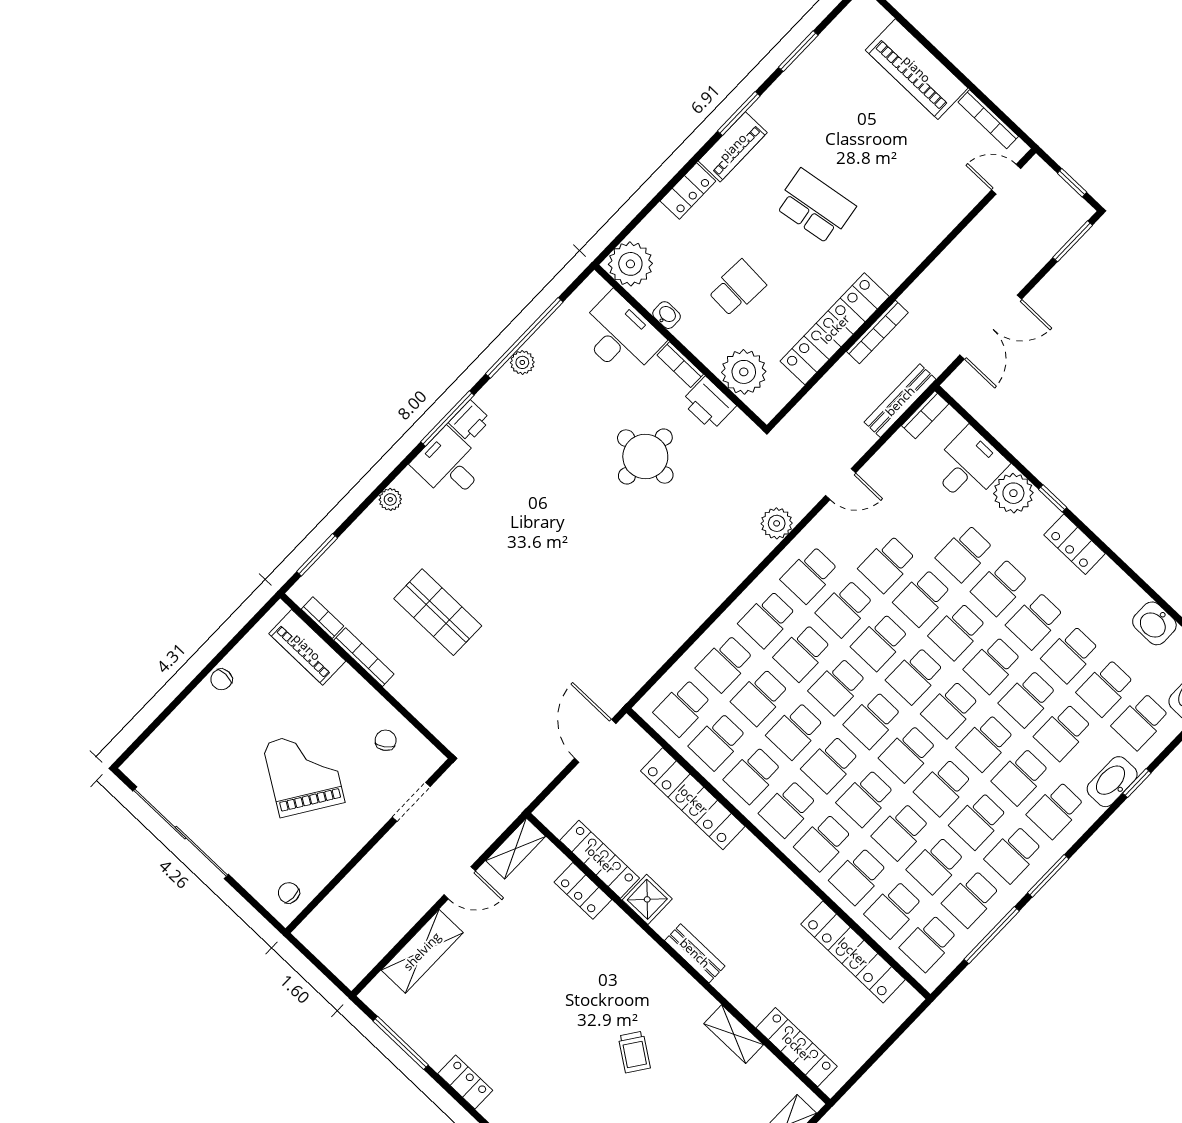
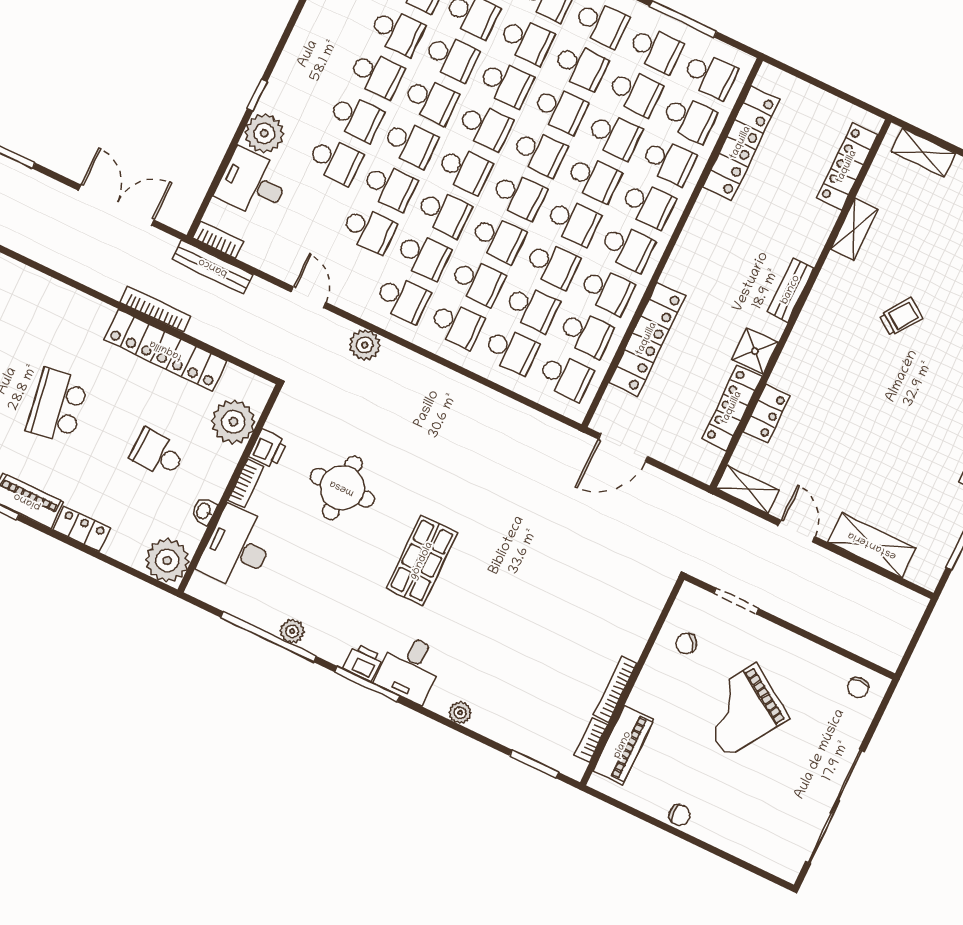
printer: (709, 404) -> (268, 449), width x0.73, depth x0.81
locker: (1075, 544) -> (293, 61), removed
shop shelf: (438, 612) -> (422, 561), moved

